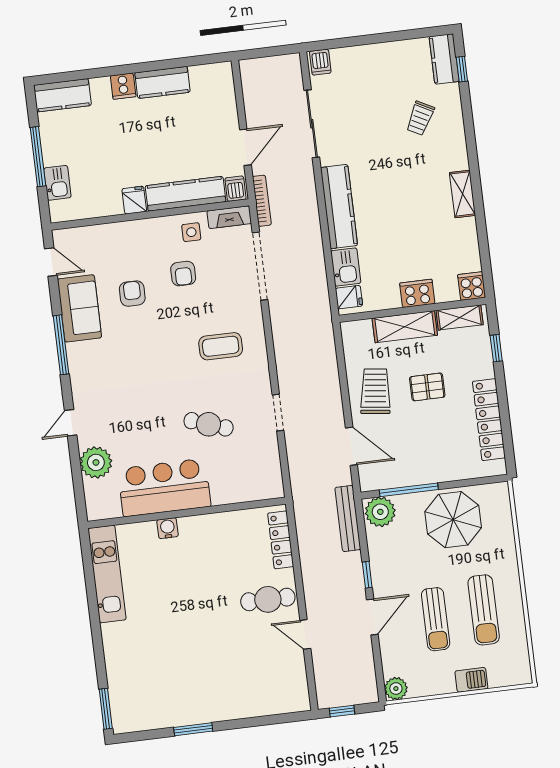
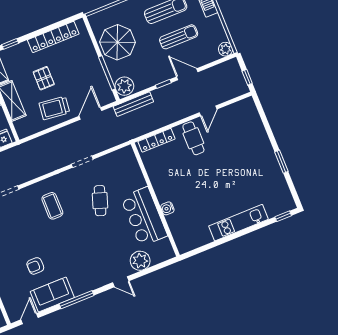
armchair: (183, 274) -> (16, 239), removed
kitchen unit: (107, 574) -> (239, 223), moved
window: (106, 709) -> (283, 216), width x0.67

